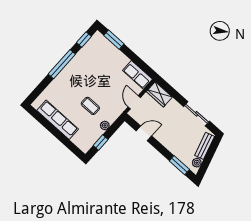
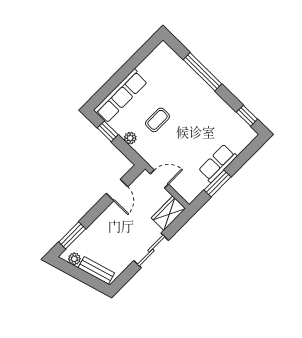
window: (114, 40) -> (217, 183), moved
window: (62, 64) -> (203, 72), moved
row of seats: (137, 75) -> (218, 163), moved
sliding door: (197, 114) -> (151, 250), moved
row of seats: (58, 120) -> (121, 96), moved

